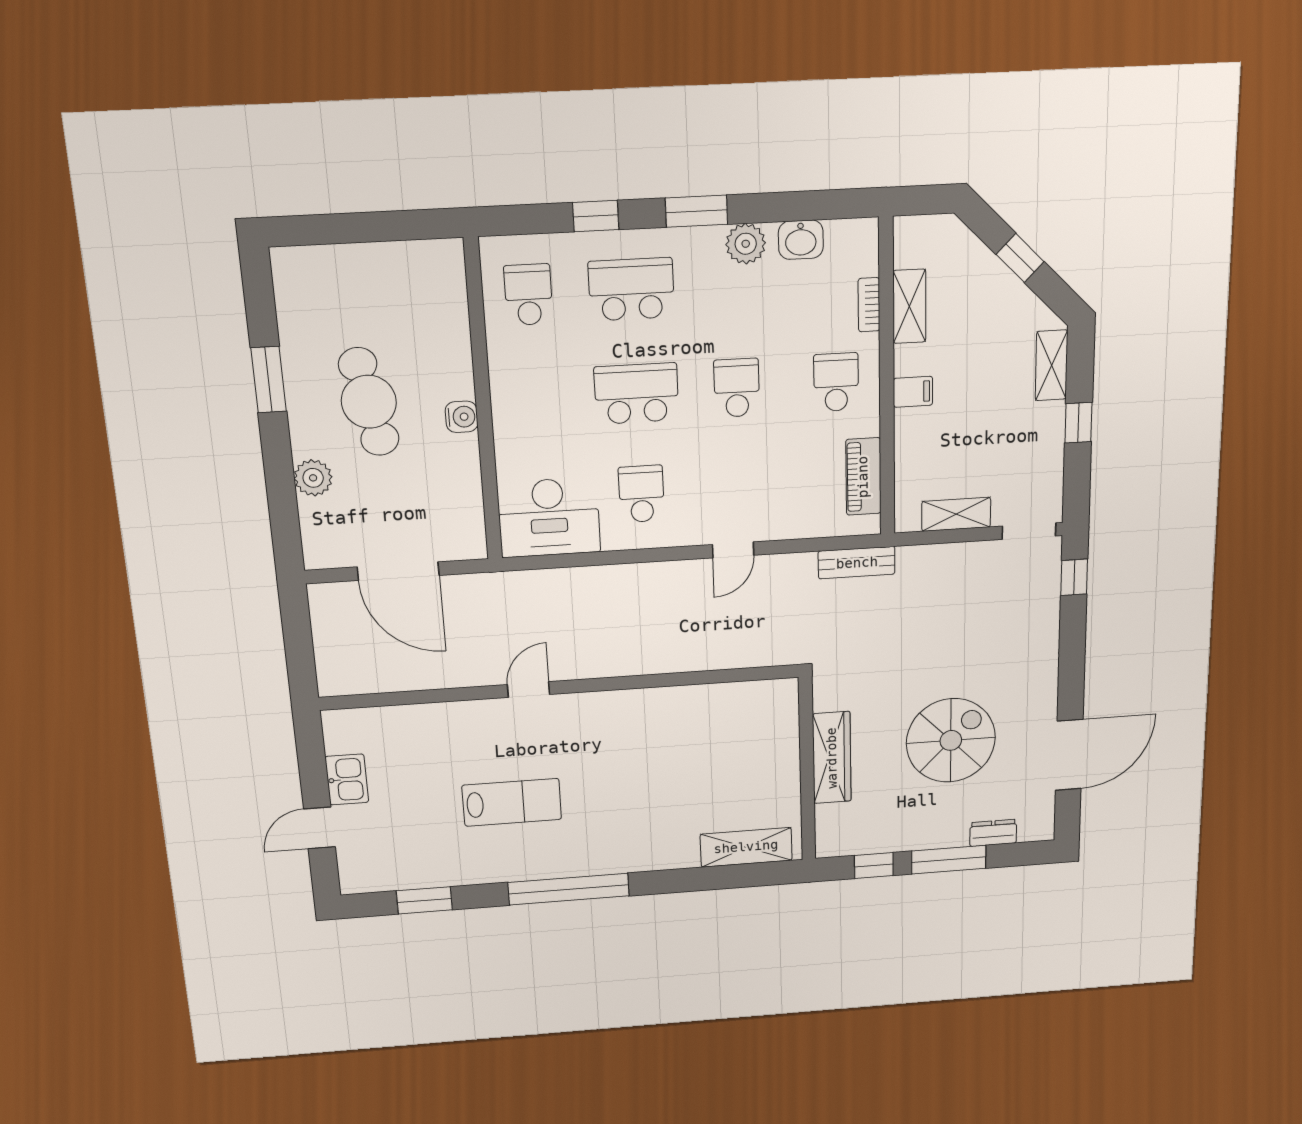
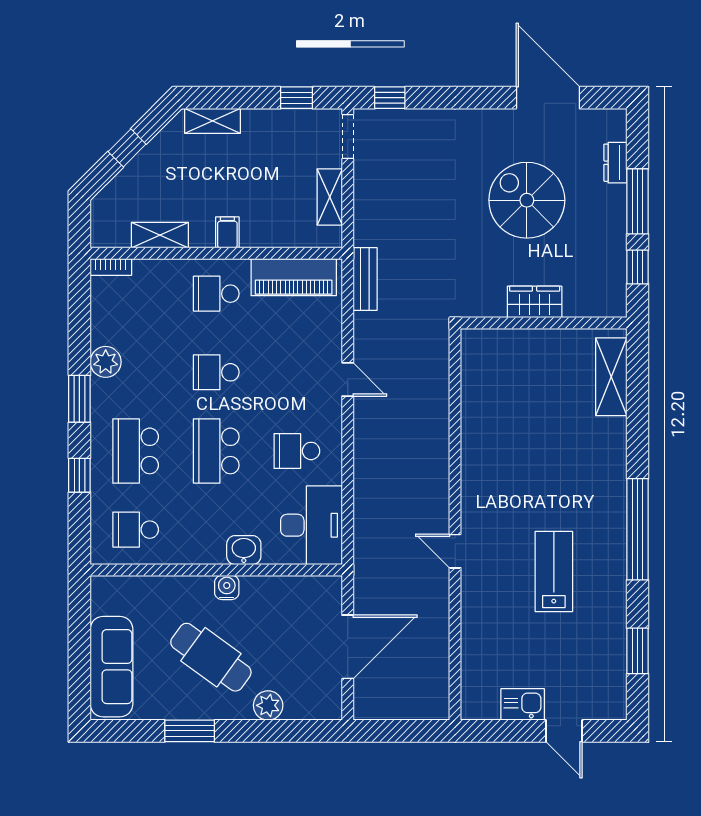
washbasin: (801, 240) -> (244, 550), moved, turned -90
sofa: (344, 272) -> (111, 667), added
bookcase: (869, 305) -> (111, 267), moved
cafe table: (369, 402) -> (211, 657), turned 47
window: (1078, 423) -> (296, 98), moved
piano: (863, 477) -> (294, 277), width x1.37, depth x1.33
wardrobe: (832, 758) -> (535, 302), width x0.67

